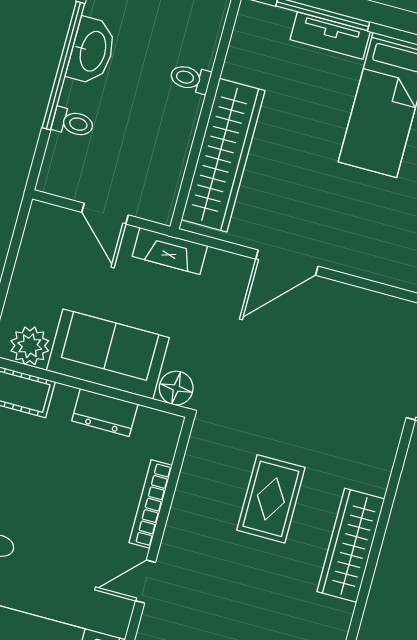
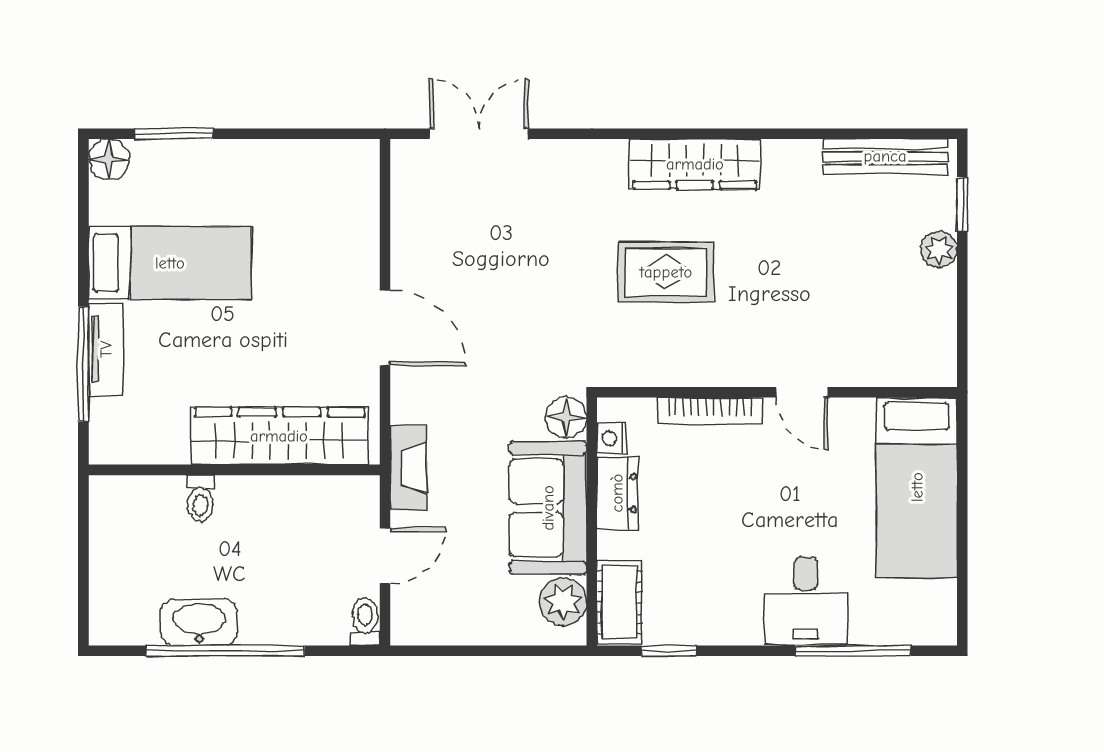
toilet: (73, 123) -> (365, 622), moved
nightstand: (150, 420) -> (611, 438), added

